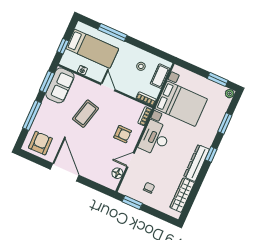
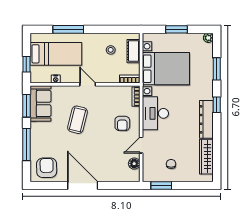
window: (218, 79) -> (177, 29), moved
armchair: (123, 134) -> (122, 123), turned 90

